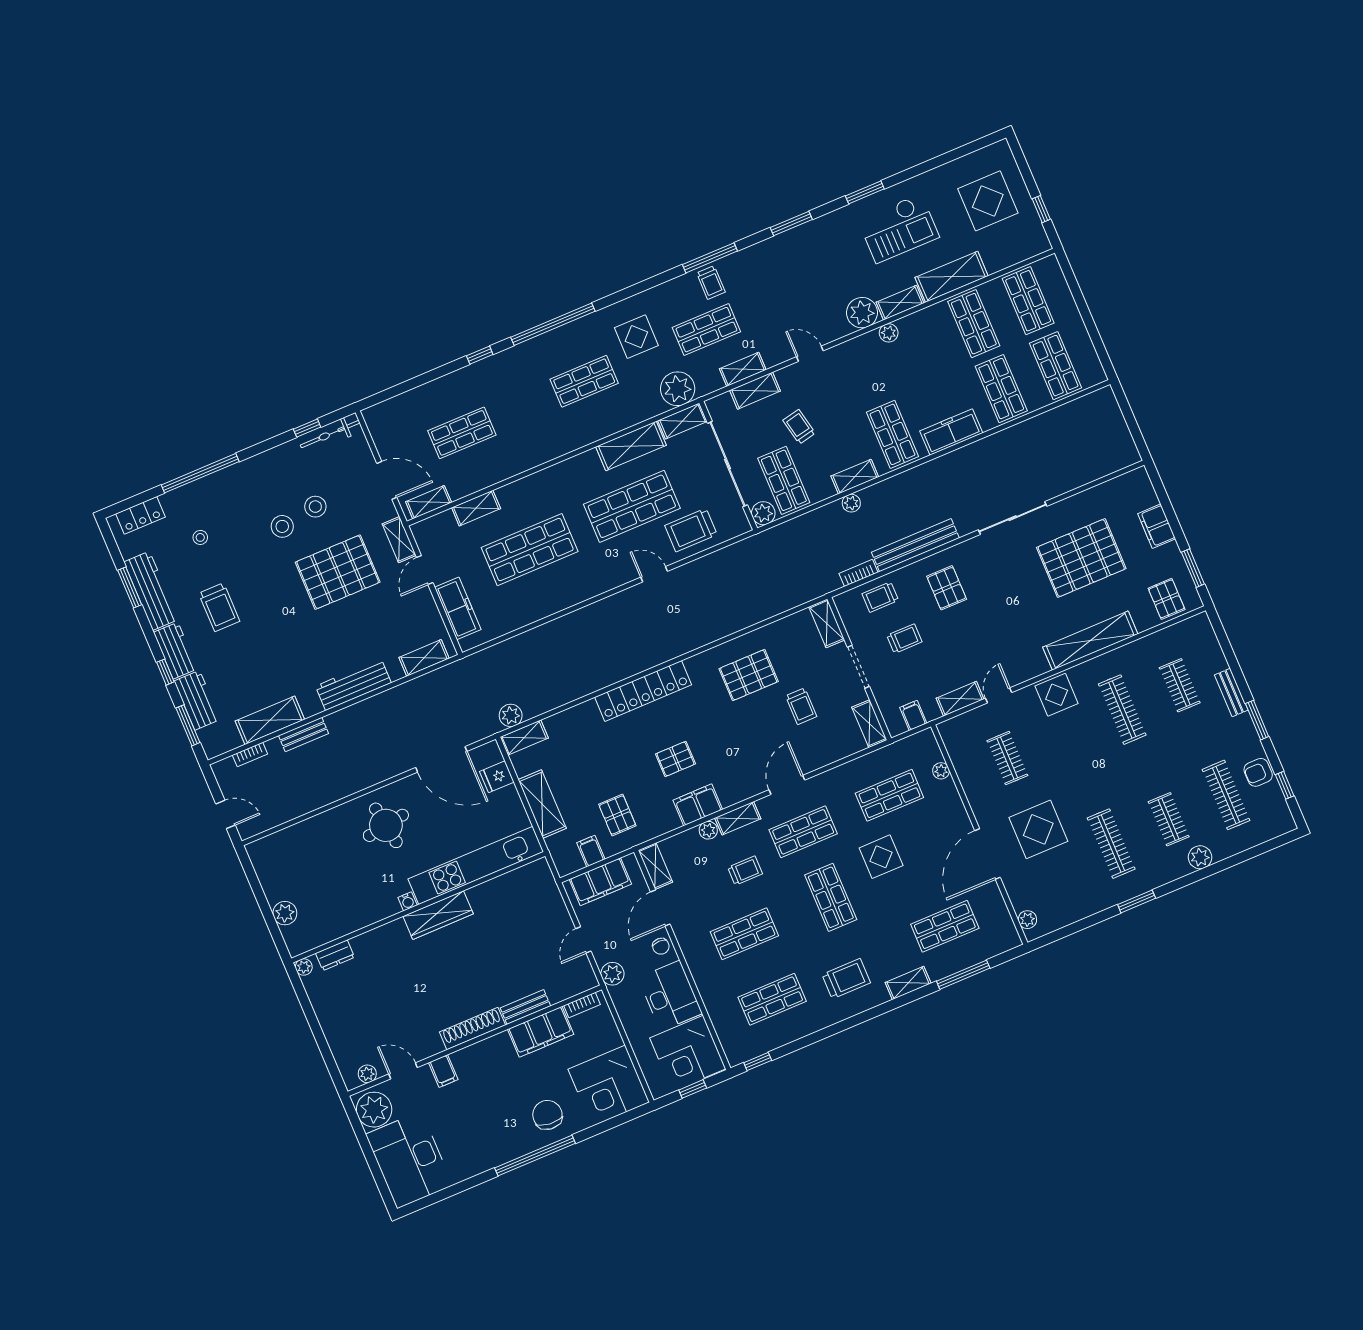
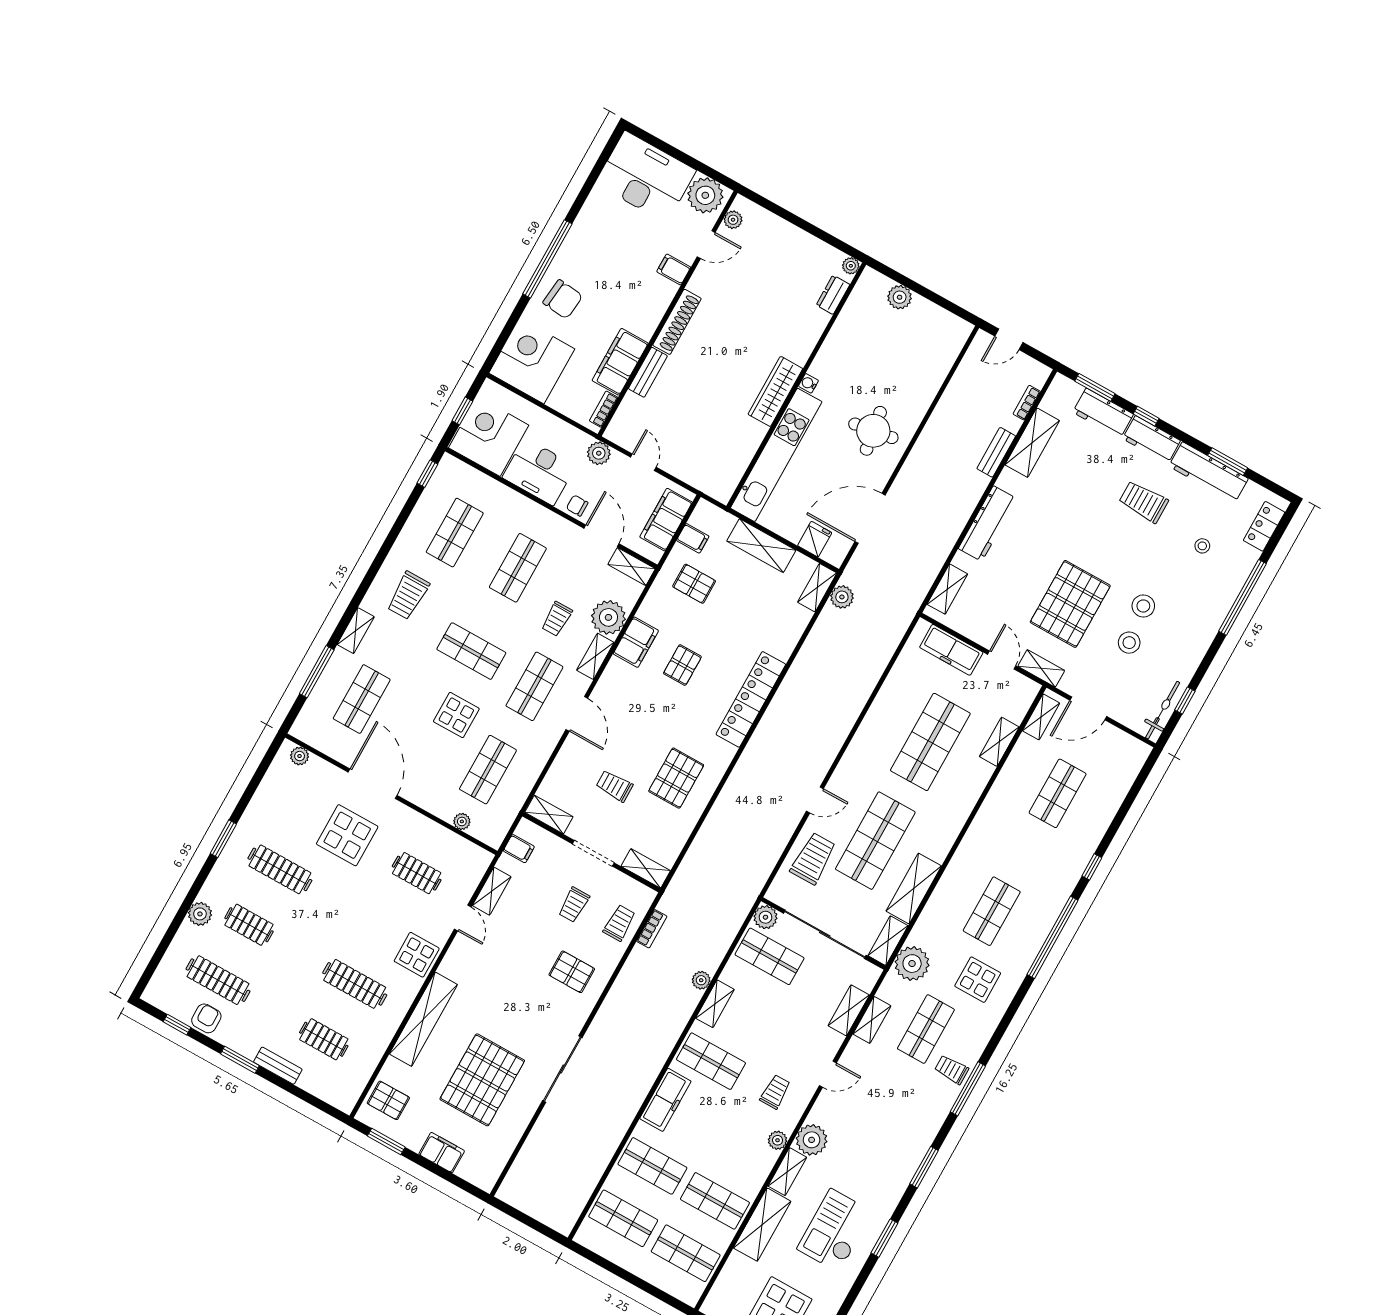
trolley: (799, 427) -> (775, 1092), moved, turned -78
bench: (915, 545) -> (623, 987), removed
plant: (708, 830) -> (608, 617), width x1.87, depth x1.87

